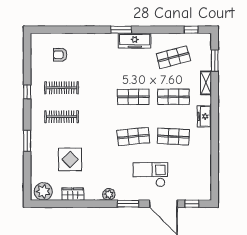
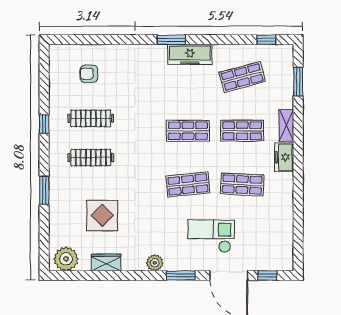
shelving: (206, 83) -> (286, 125), moved

